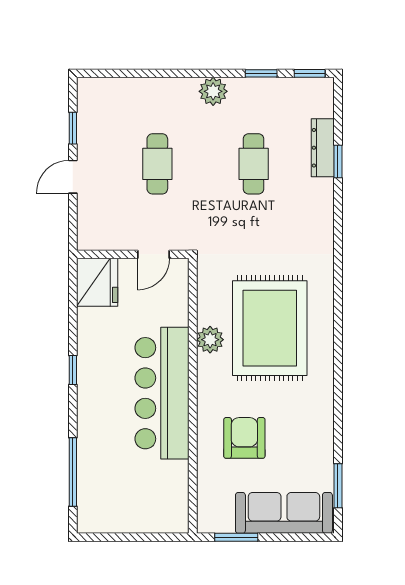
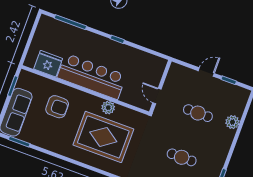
plant: (213, 91) -> (232, 122), moved
door: (73, 177) -> (206, 72), hinge flipped
fridge: (97, 282) -> (48, 64), moved, turned 180

